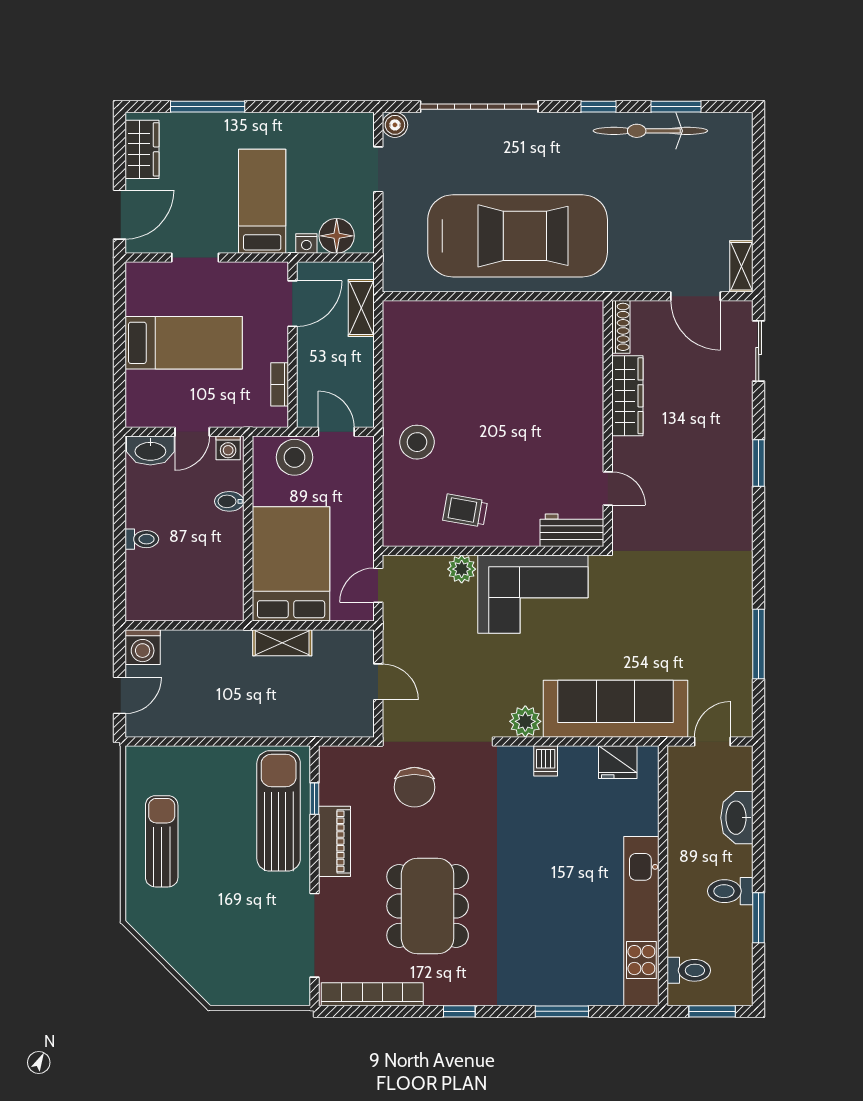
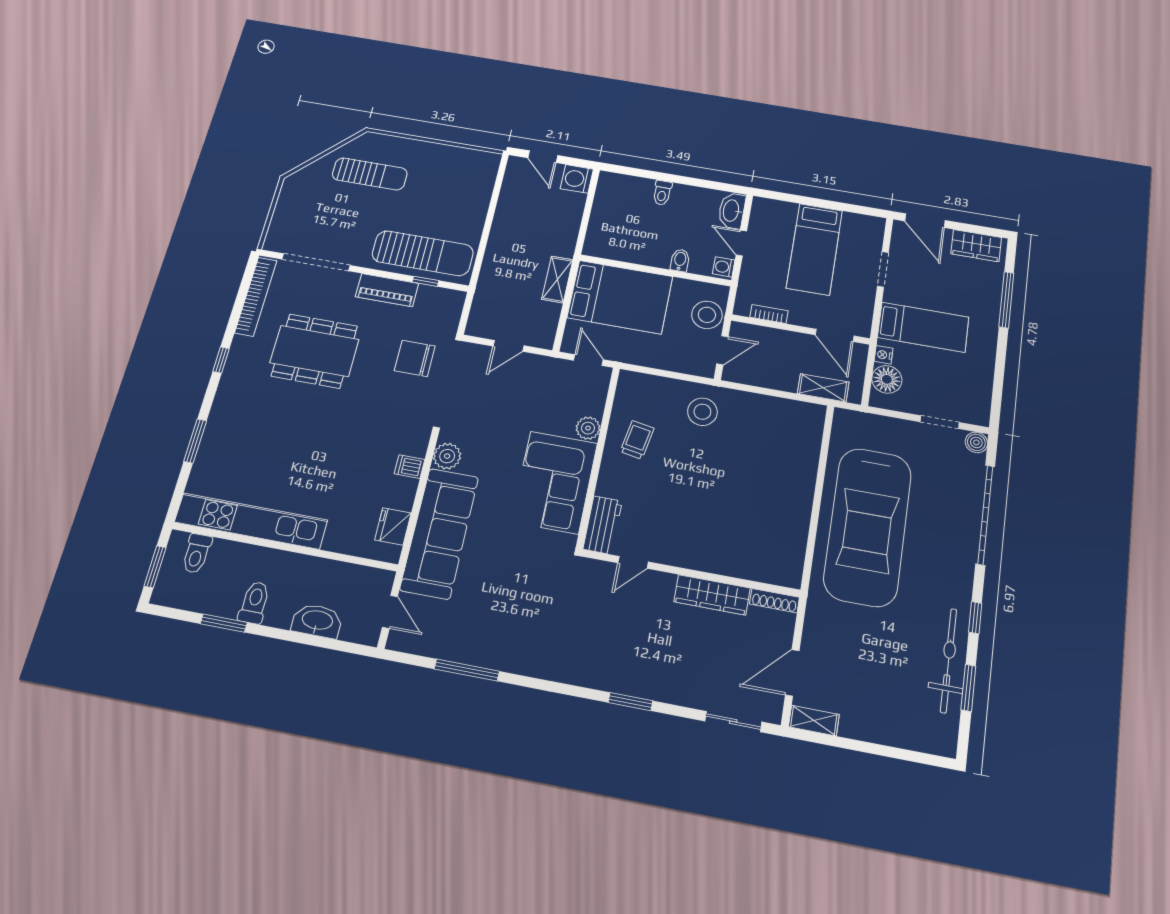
sun lounger: (162, 841) -> (370, 174), moved

